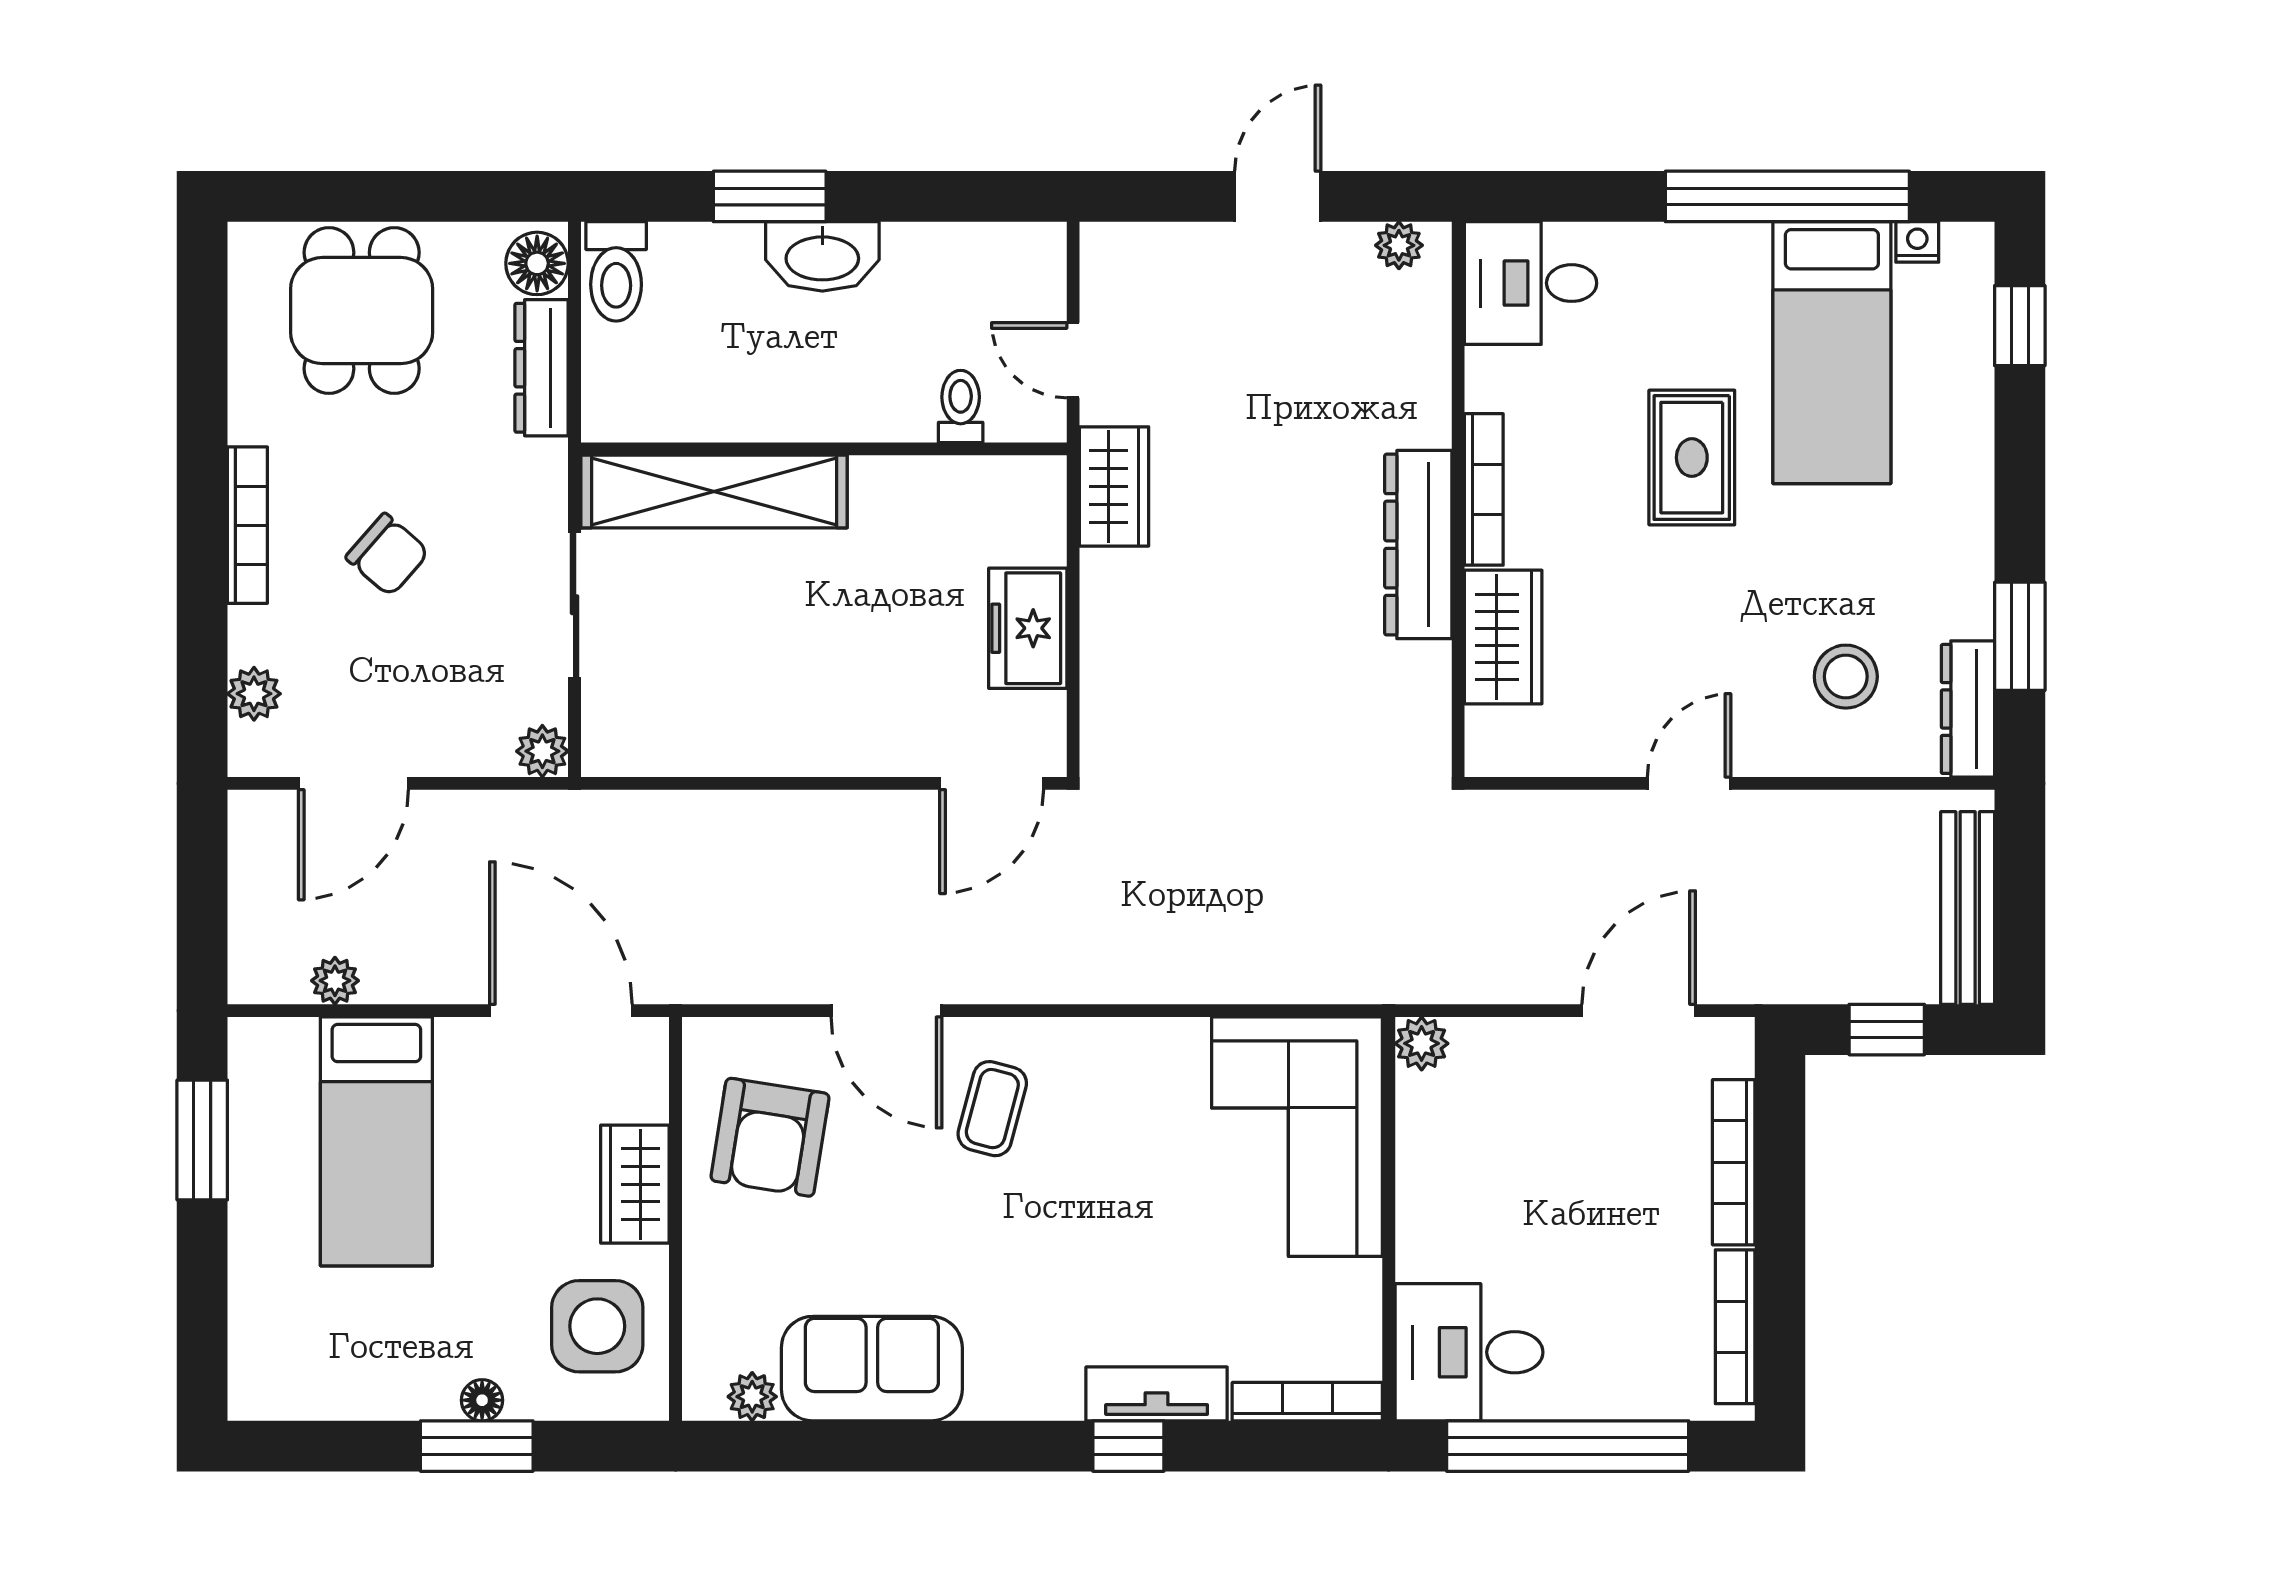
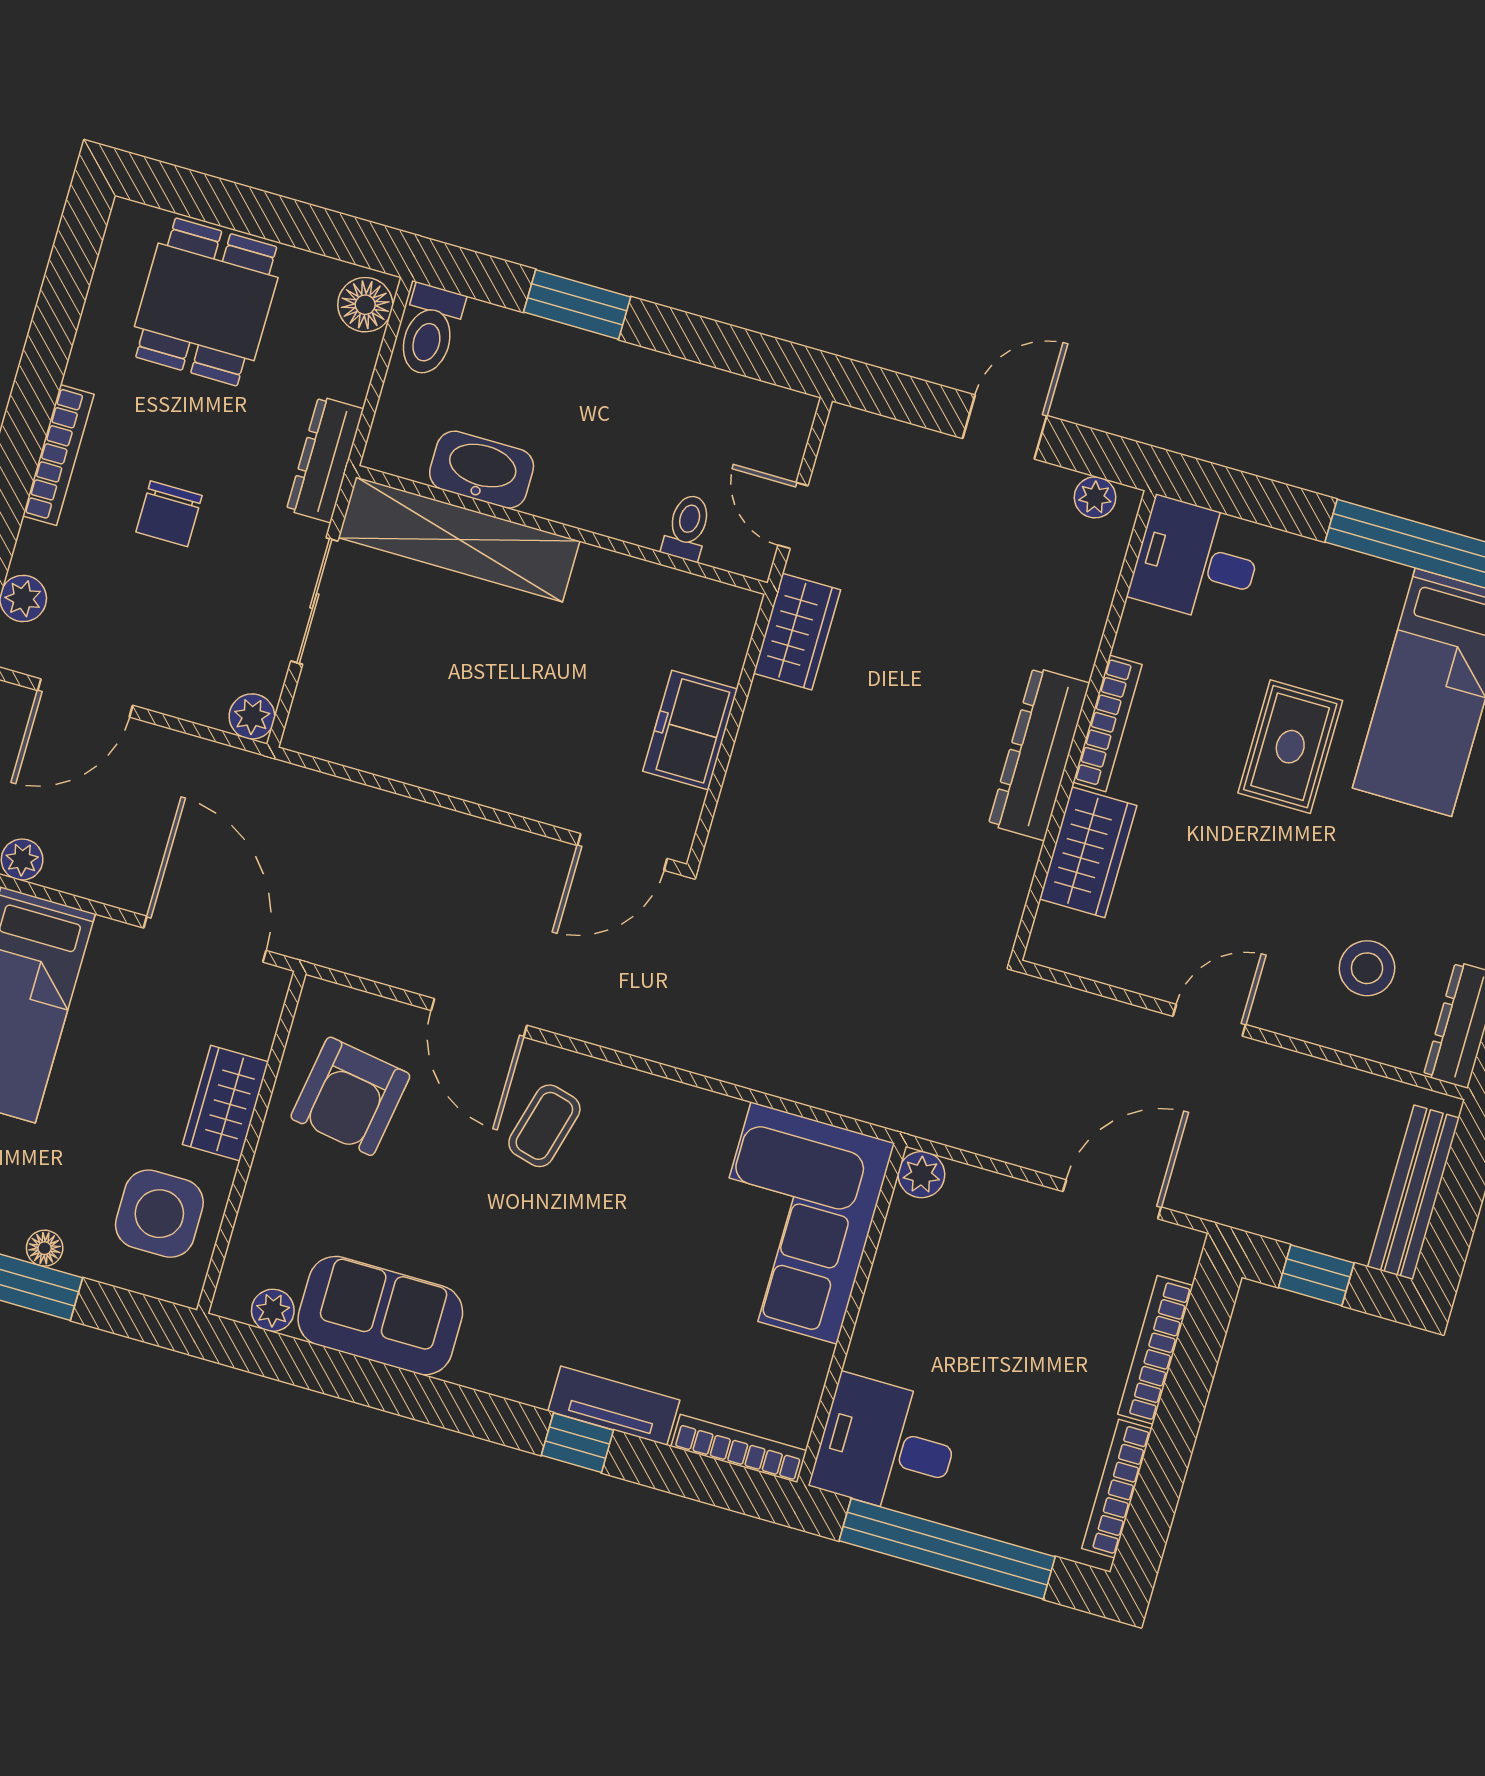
washbasin: (822, 256) -> (482, 470), moved, turned 180
dresser: (542, 368) -> (325, 460), moved
chair: (387, 555) -> (169, 514), turned 49

